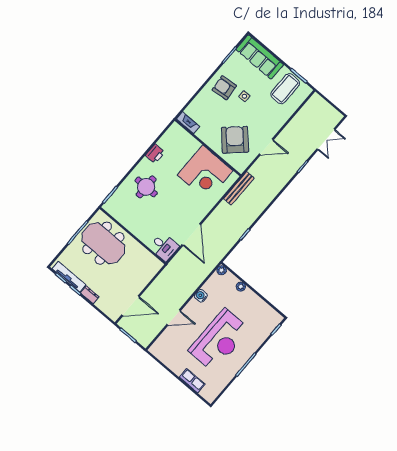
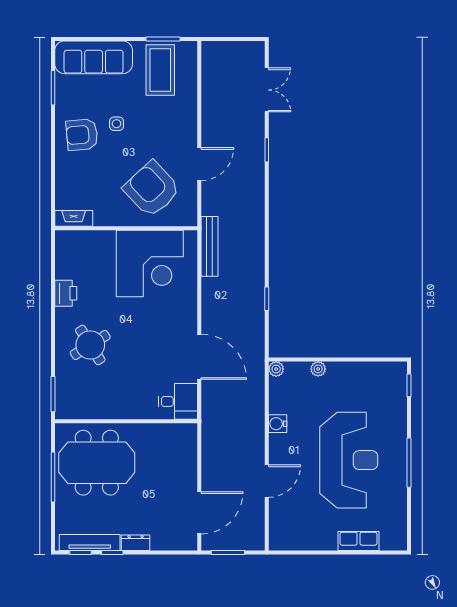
round table: (146, 187) -> (90, 345), turned -32

